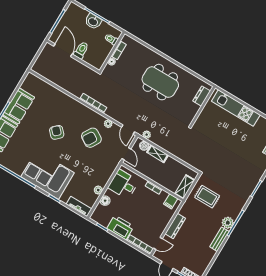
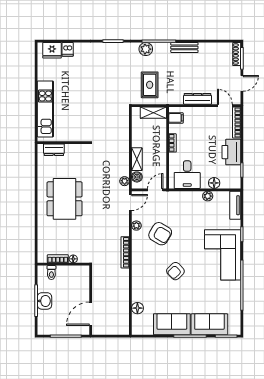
toilet: (81, 50) -> (80, 296), removed
floor lamp: (46, 87) -> (137, 308), added
plant: (228, 223) -> (146, 49), moved

